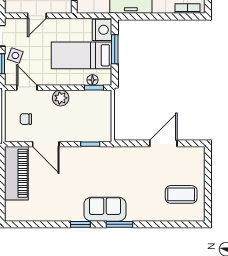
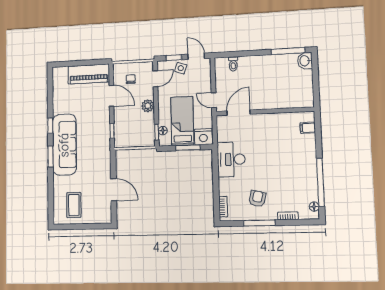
door: (37, 16) -> (214, 100), moved
door: (46, 144) -> (111, 96), swing flipped
sofa: (105, 209) -> (64, 145), width x1.85, depth x1.27

